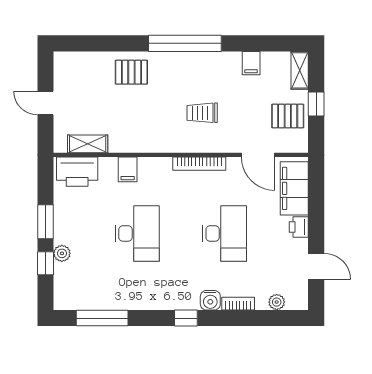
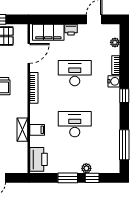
shelving: (88, 144) -> (22, 130), moved

